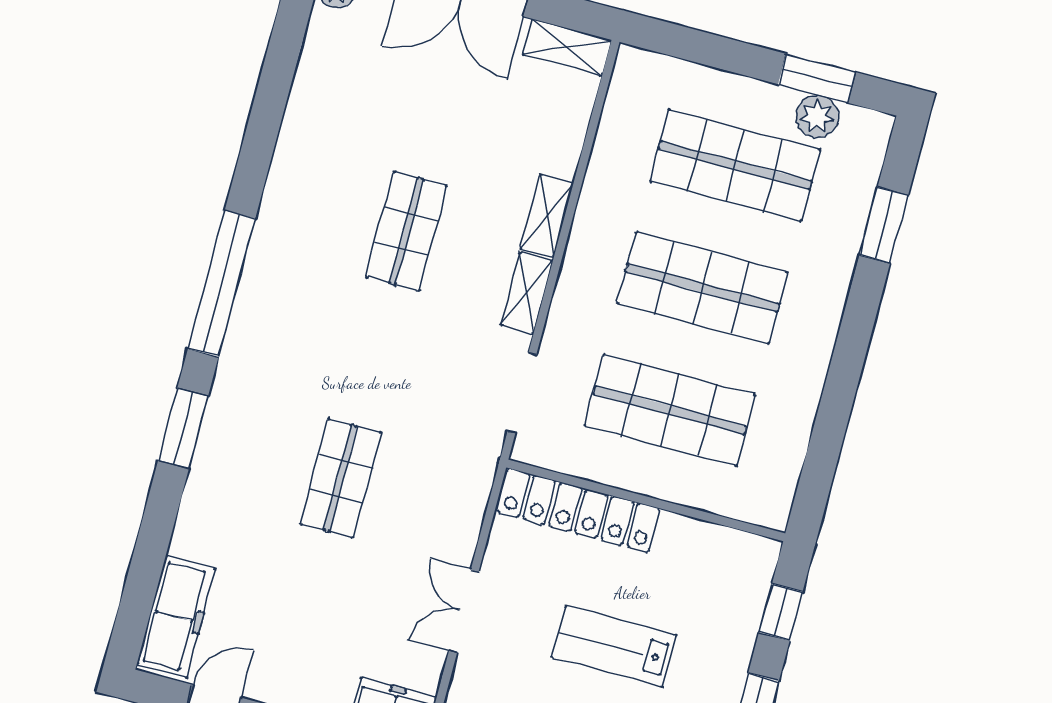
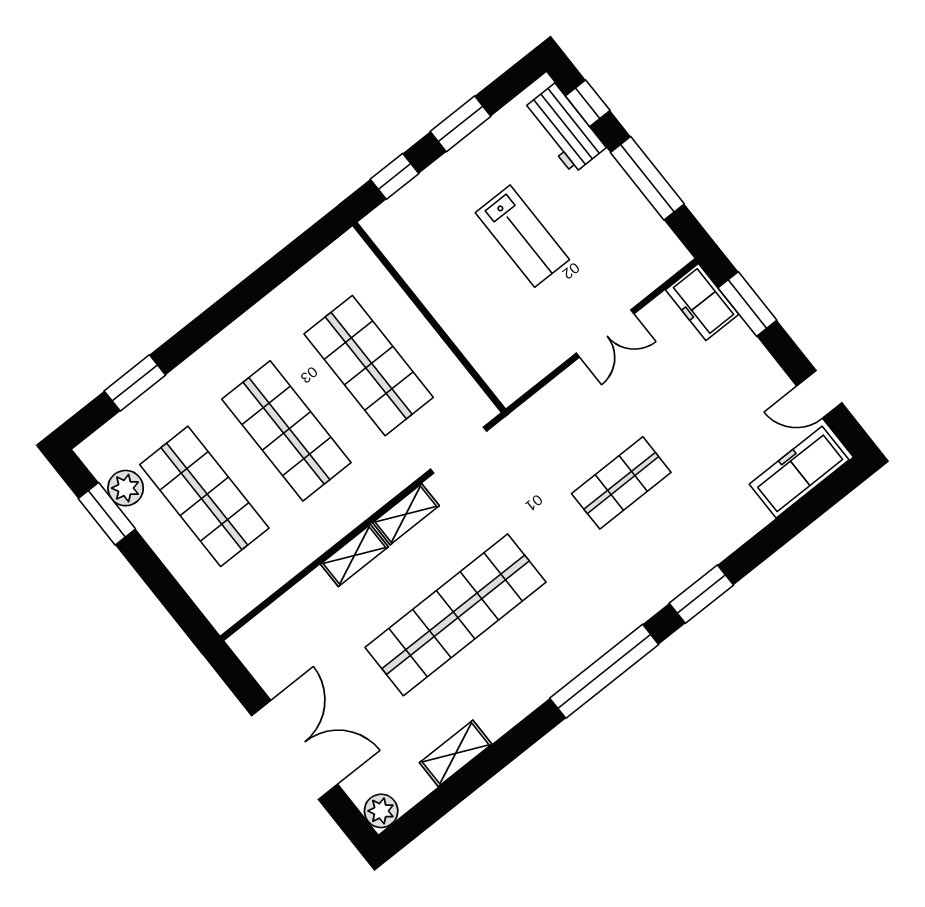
shelving: (567, 47) -> (456, 753), moved, turned 90
shop shelf: (406, 231) -> (456, 615), width x2.00, depth x1.36
locker: (578, 510) -> (479, 344), removed

